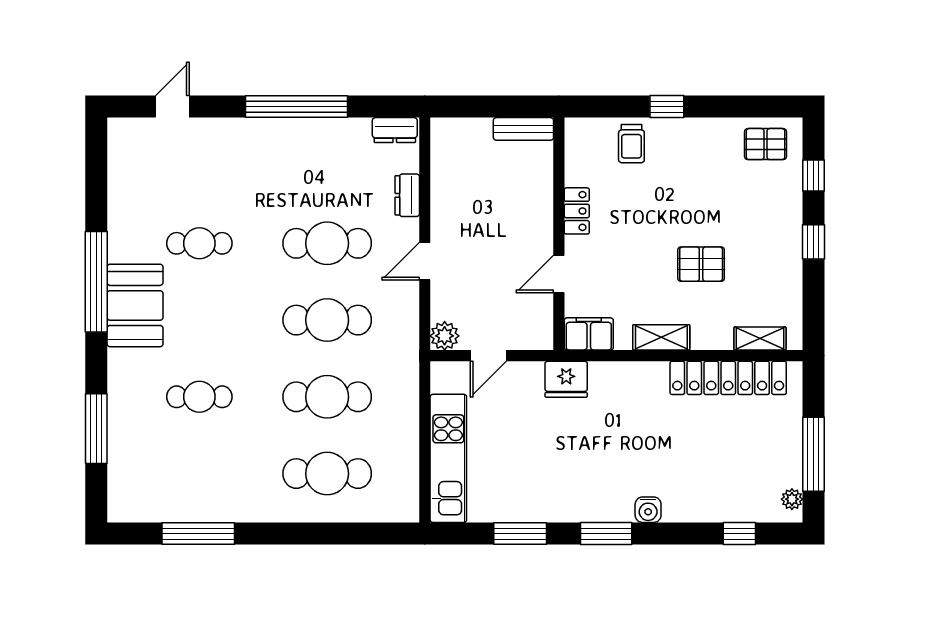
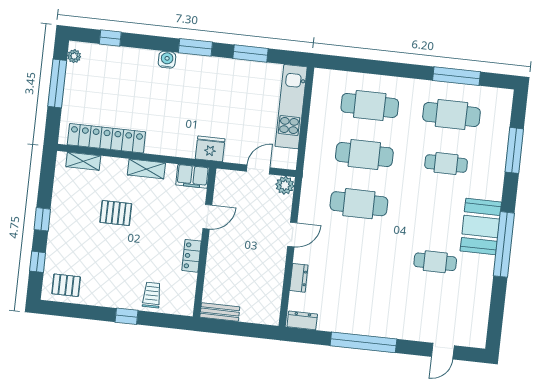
cafe table: (327, 243) -> (451, 114), moved

